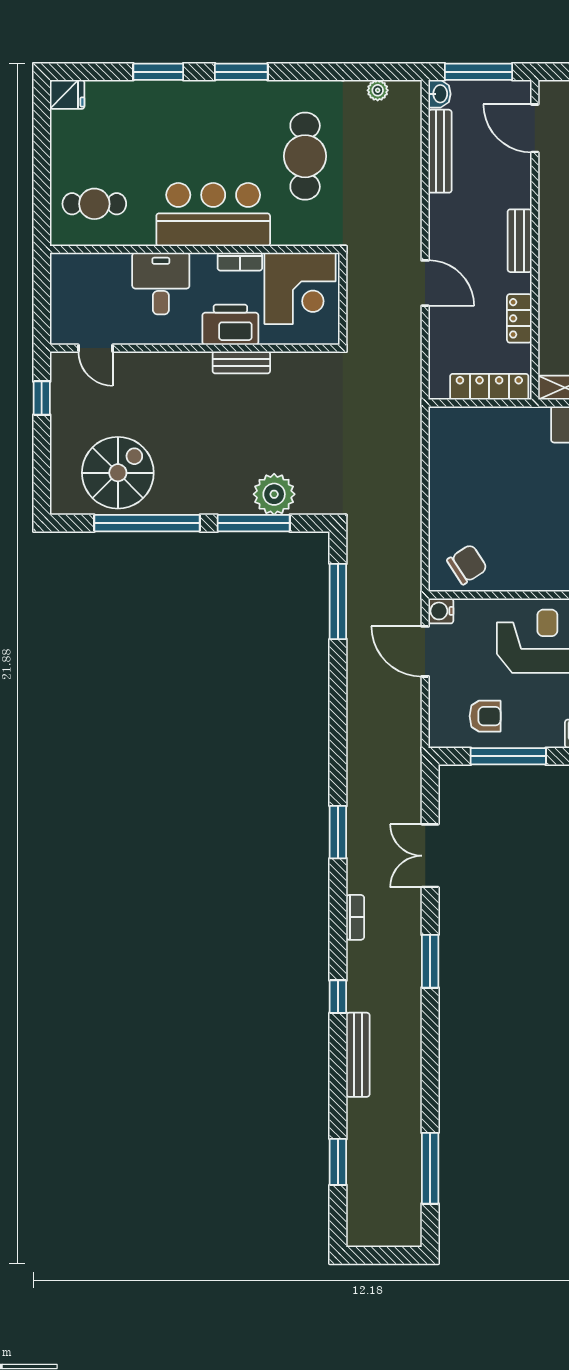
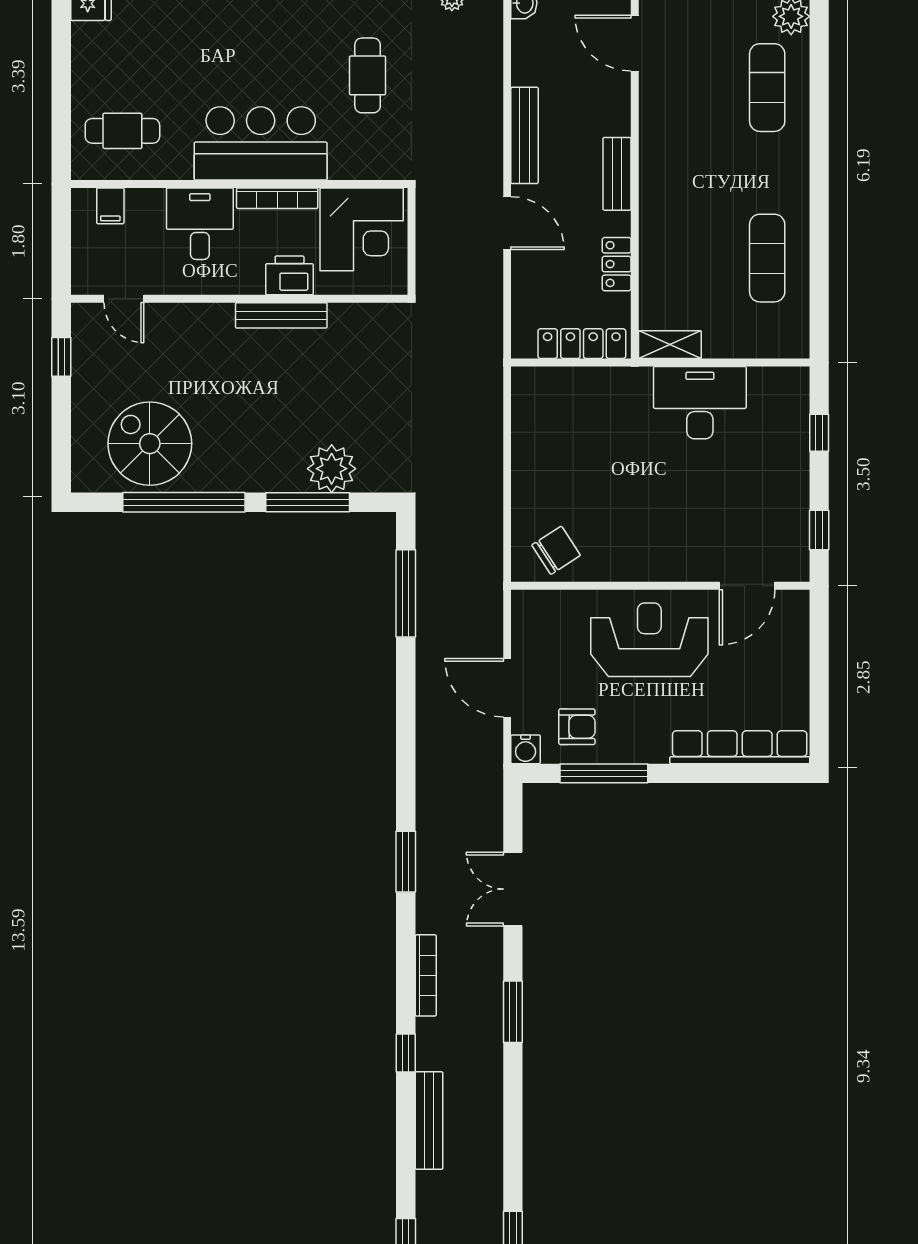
bench: (440, 151) -> (525, 135), moved
cafe table: (305, 156) -> (368, 75), width x0.73, depth x0.74
bookcase: (240, 262) -> (277, 198), width x1.56
filing cabinet: (84, 268) -> (110, 206), added
printer: (230, 325) -> (290, 275), width x0.73, depth x0.84
bench: (241, 362) -> (281, 315), width x1.36
spiral stairs: (118, 473) -> (150, 444), turned -90
water cooler: (441, 611) -> (526, 749), moved, turned -90
door: (425, 651) -> (507, 688), moved
bookcase: (355, 917) -> (426, 975), width x1.56

